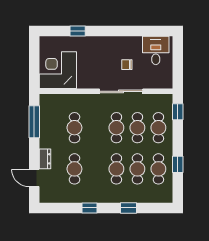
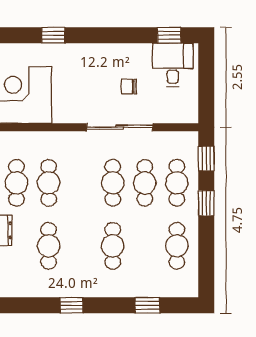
window: (153, 31) -> (169, 35), added
window: (178, 164) -> (206, 203), moved
cafe table: (137, 169) -> (17, 183), moved
window: (128, 208) -> (147, 305), moved

